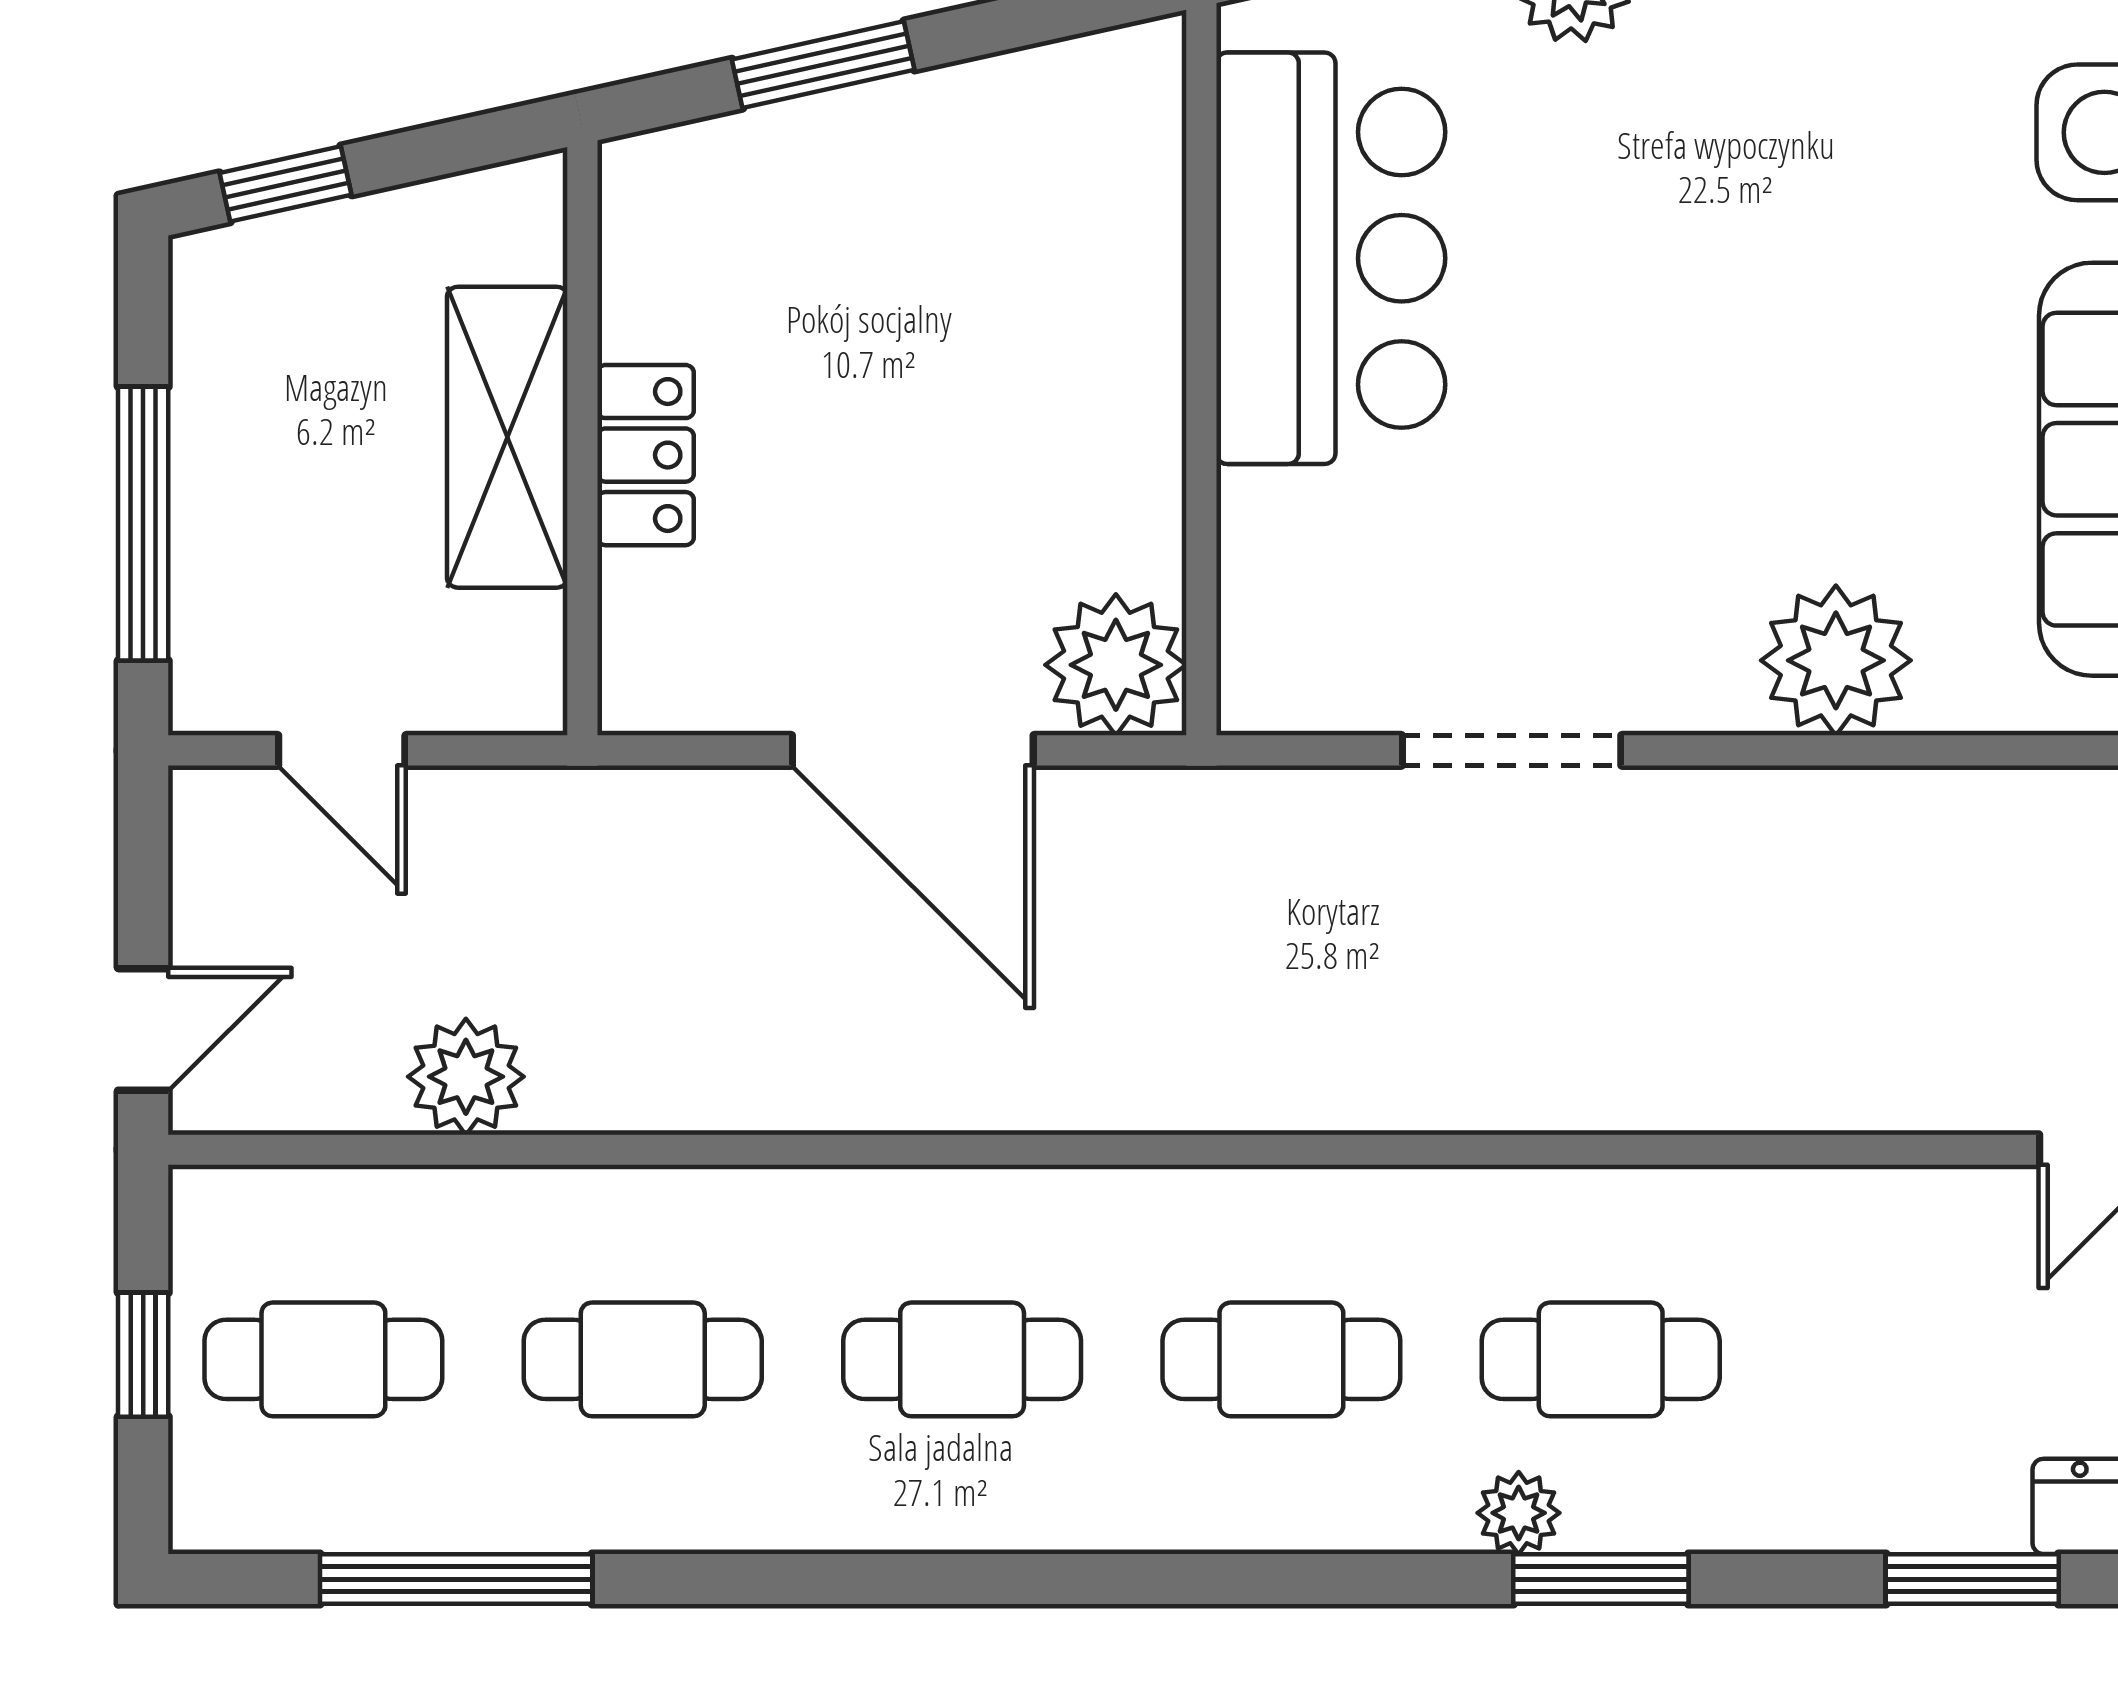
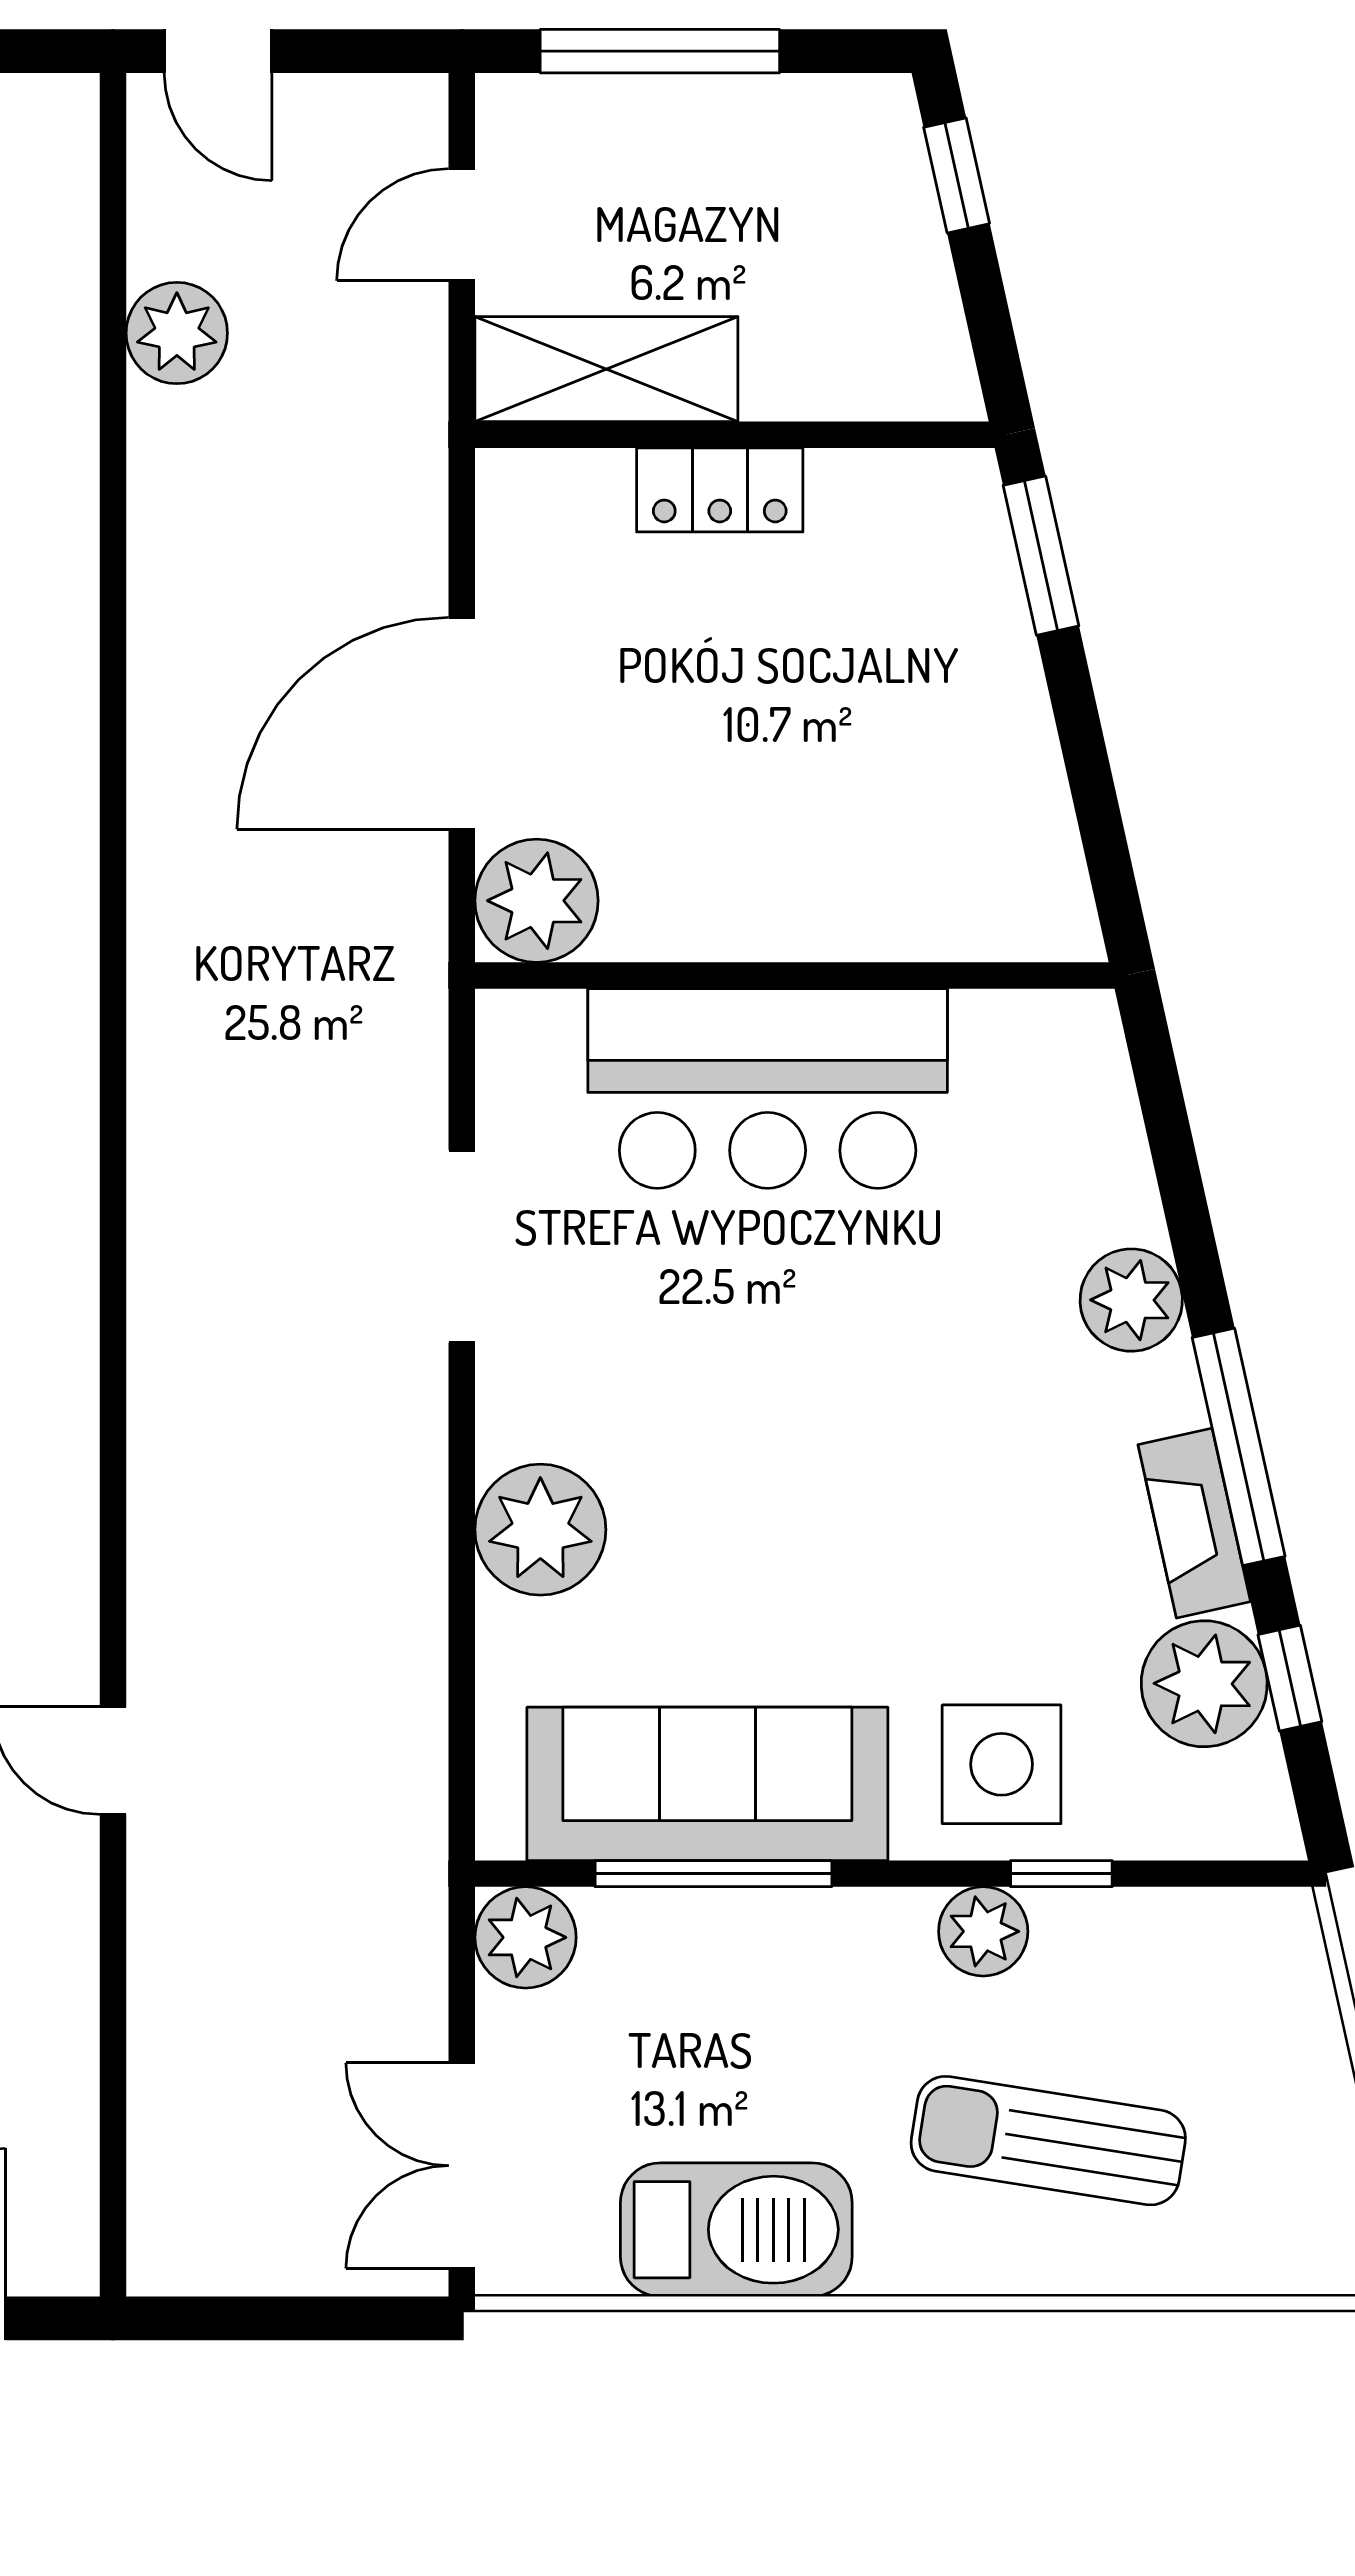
window: (823, 65) -> (1041, 556), moved
bar counter: (1331, 258) -> (768, 1088), moved
shelving: (507, 437) -> (606, 369), moved

